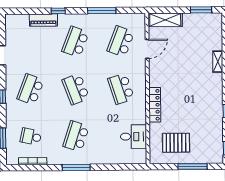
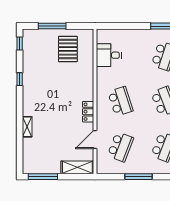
window: (201, 10) -> (43, 177), width x1.44
locker: (155, 105) -> (88, 112), moved, width x0.66
pallet: (176, 143) -> (68, 49), turned 90

